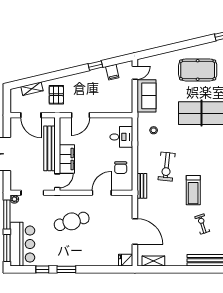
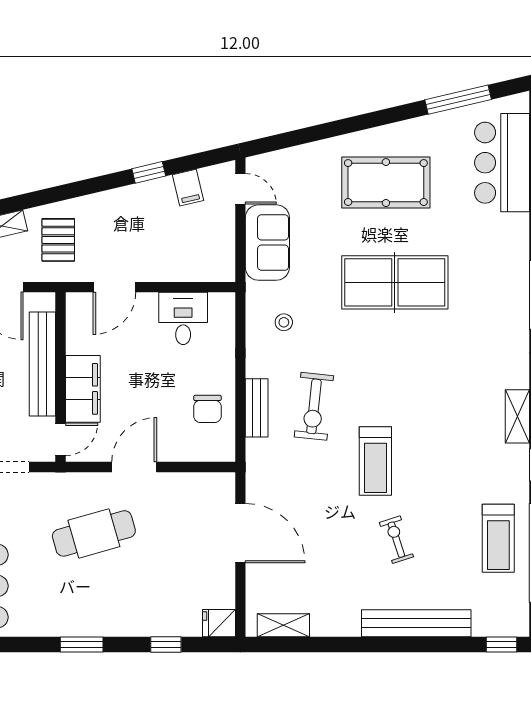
door: (135, 73) -> (240, 189), hinge flipped
desk: (121, 137) -> (183, 318), moved, turned -90
bench: (142, 186) -> (257, 408), moved
door: (102, 193) -> (134, 467), moved
door: (135, 231) -> (240, 533), moved
window: (42, 269) -> (166, 644), moved

